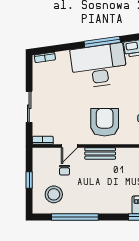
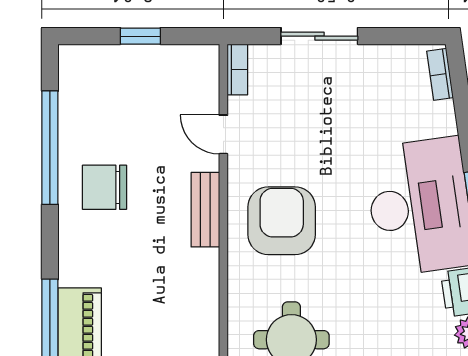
armchair: (105, 122) -> (282, 221), turned -90
chair: (65, 170) -> (105, 187), moved, width x1.87, depth x1.87
stool: (54, 194) -> (105, 96), removed

